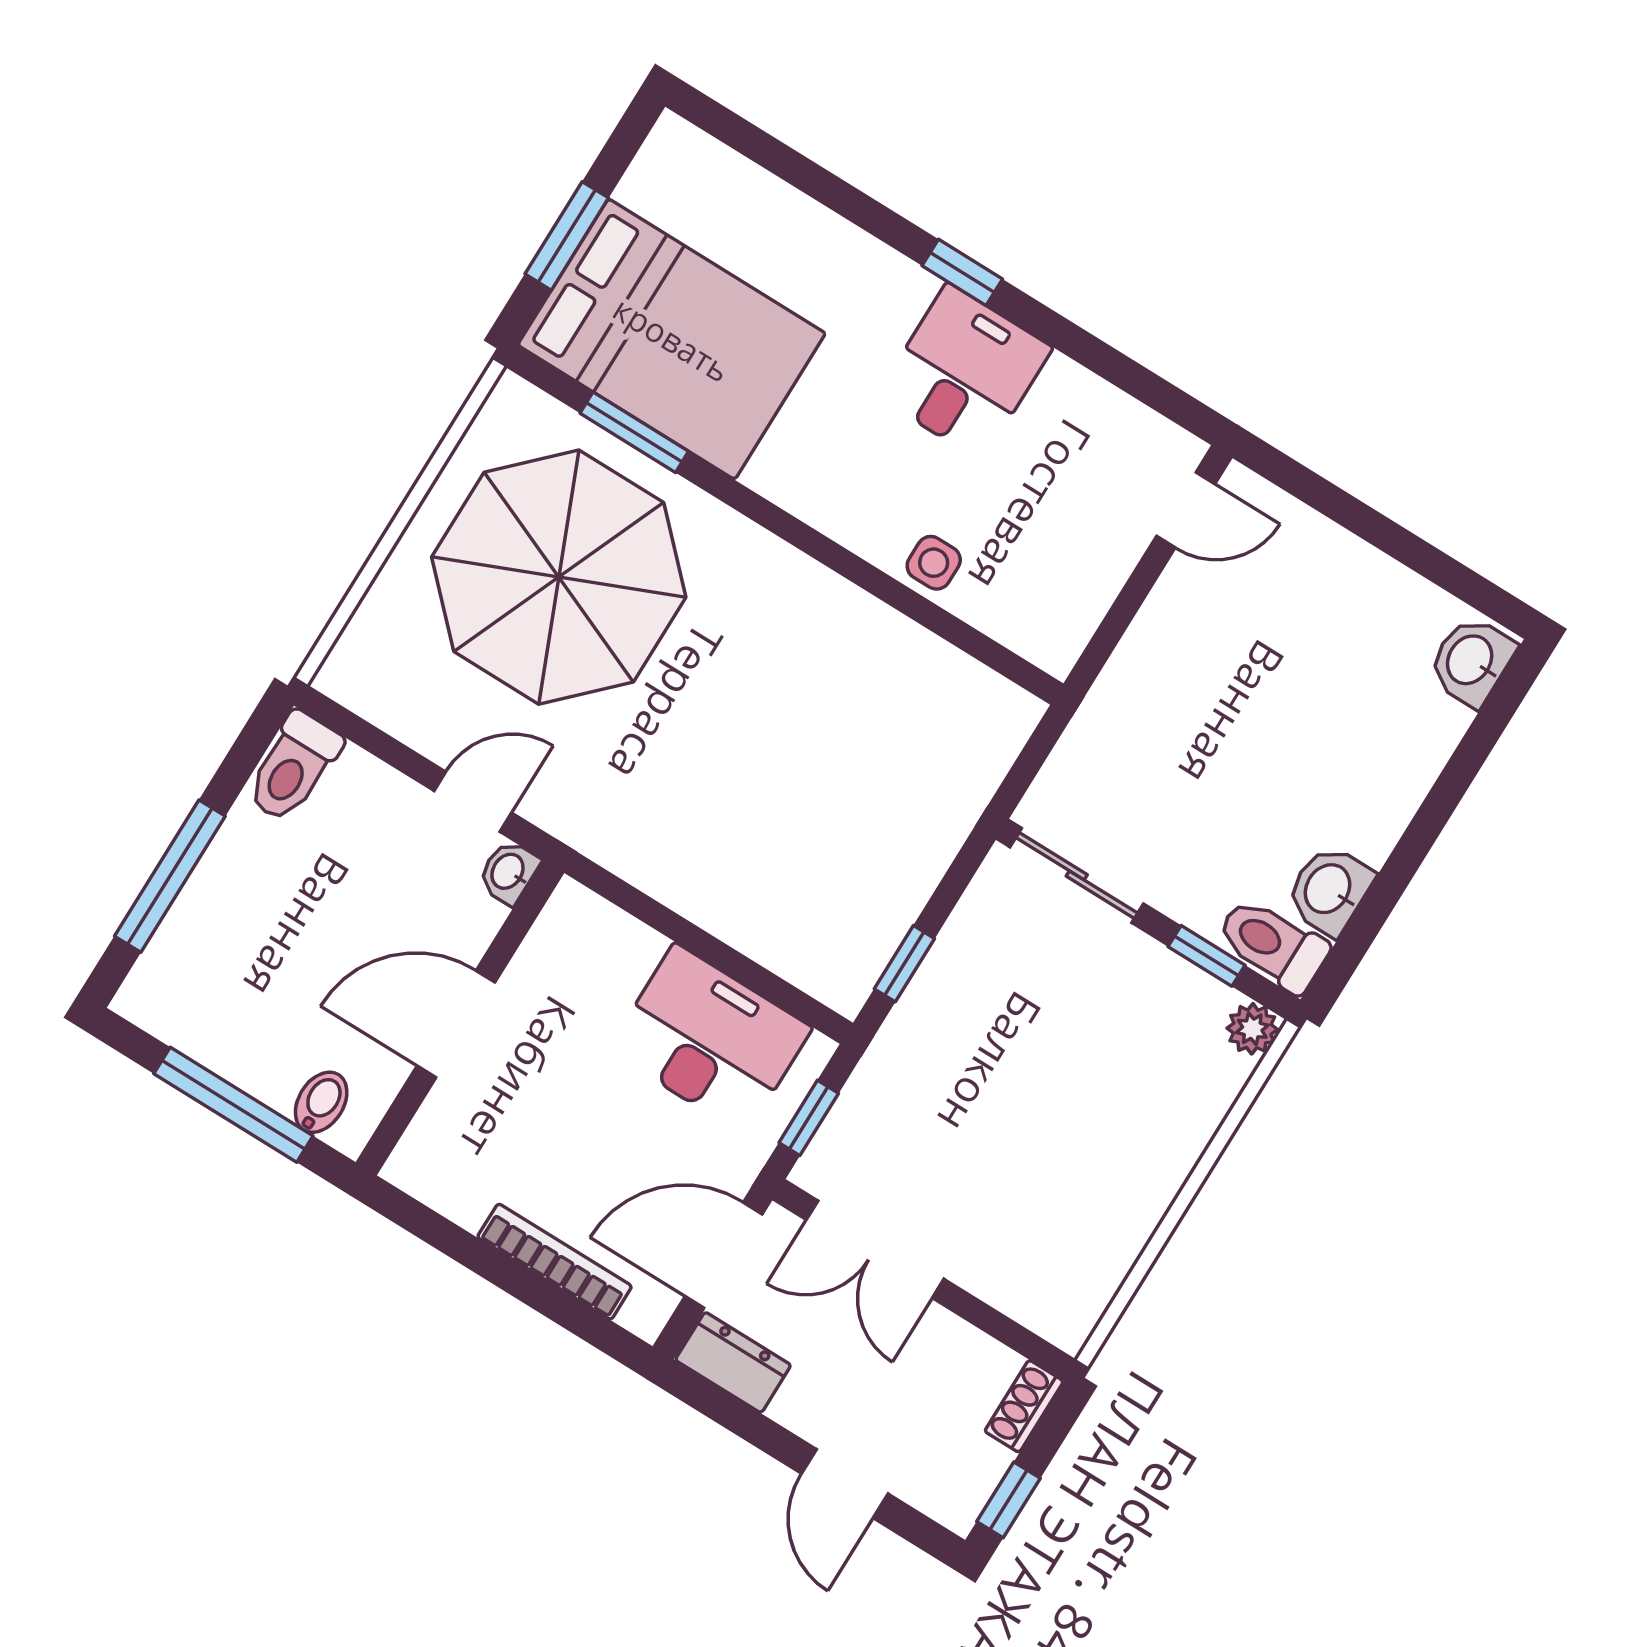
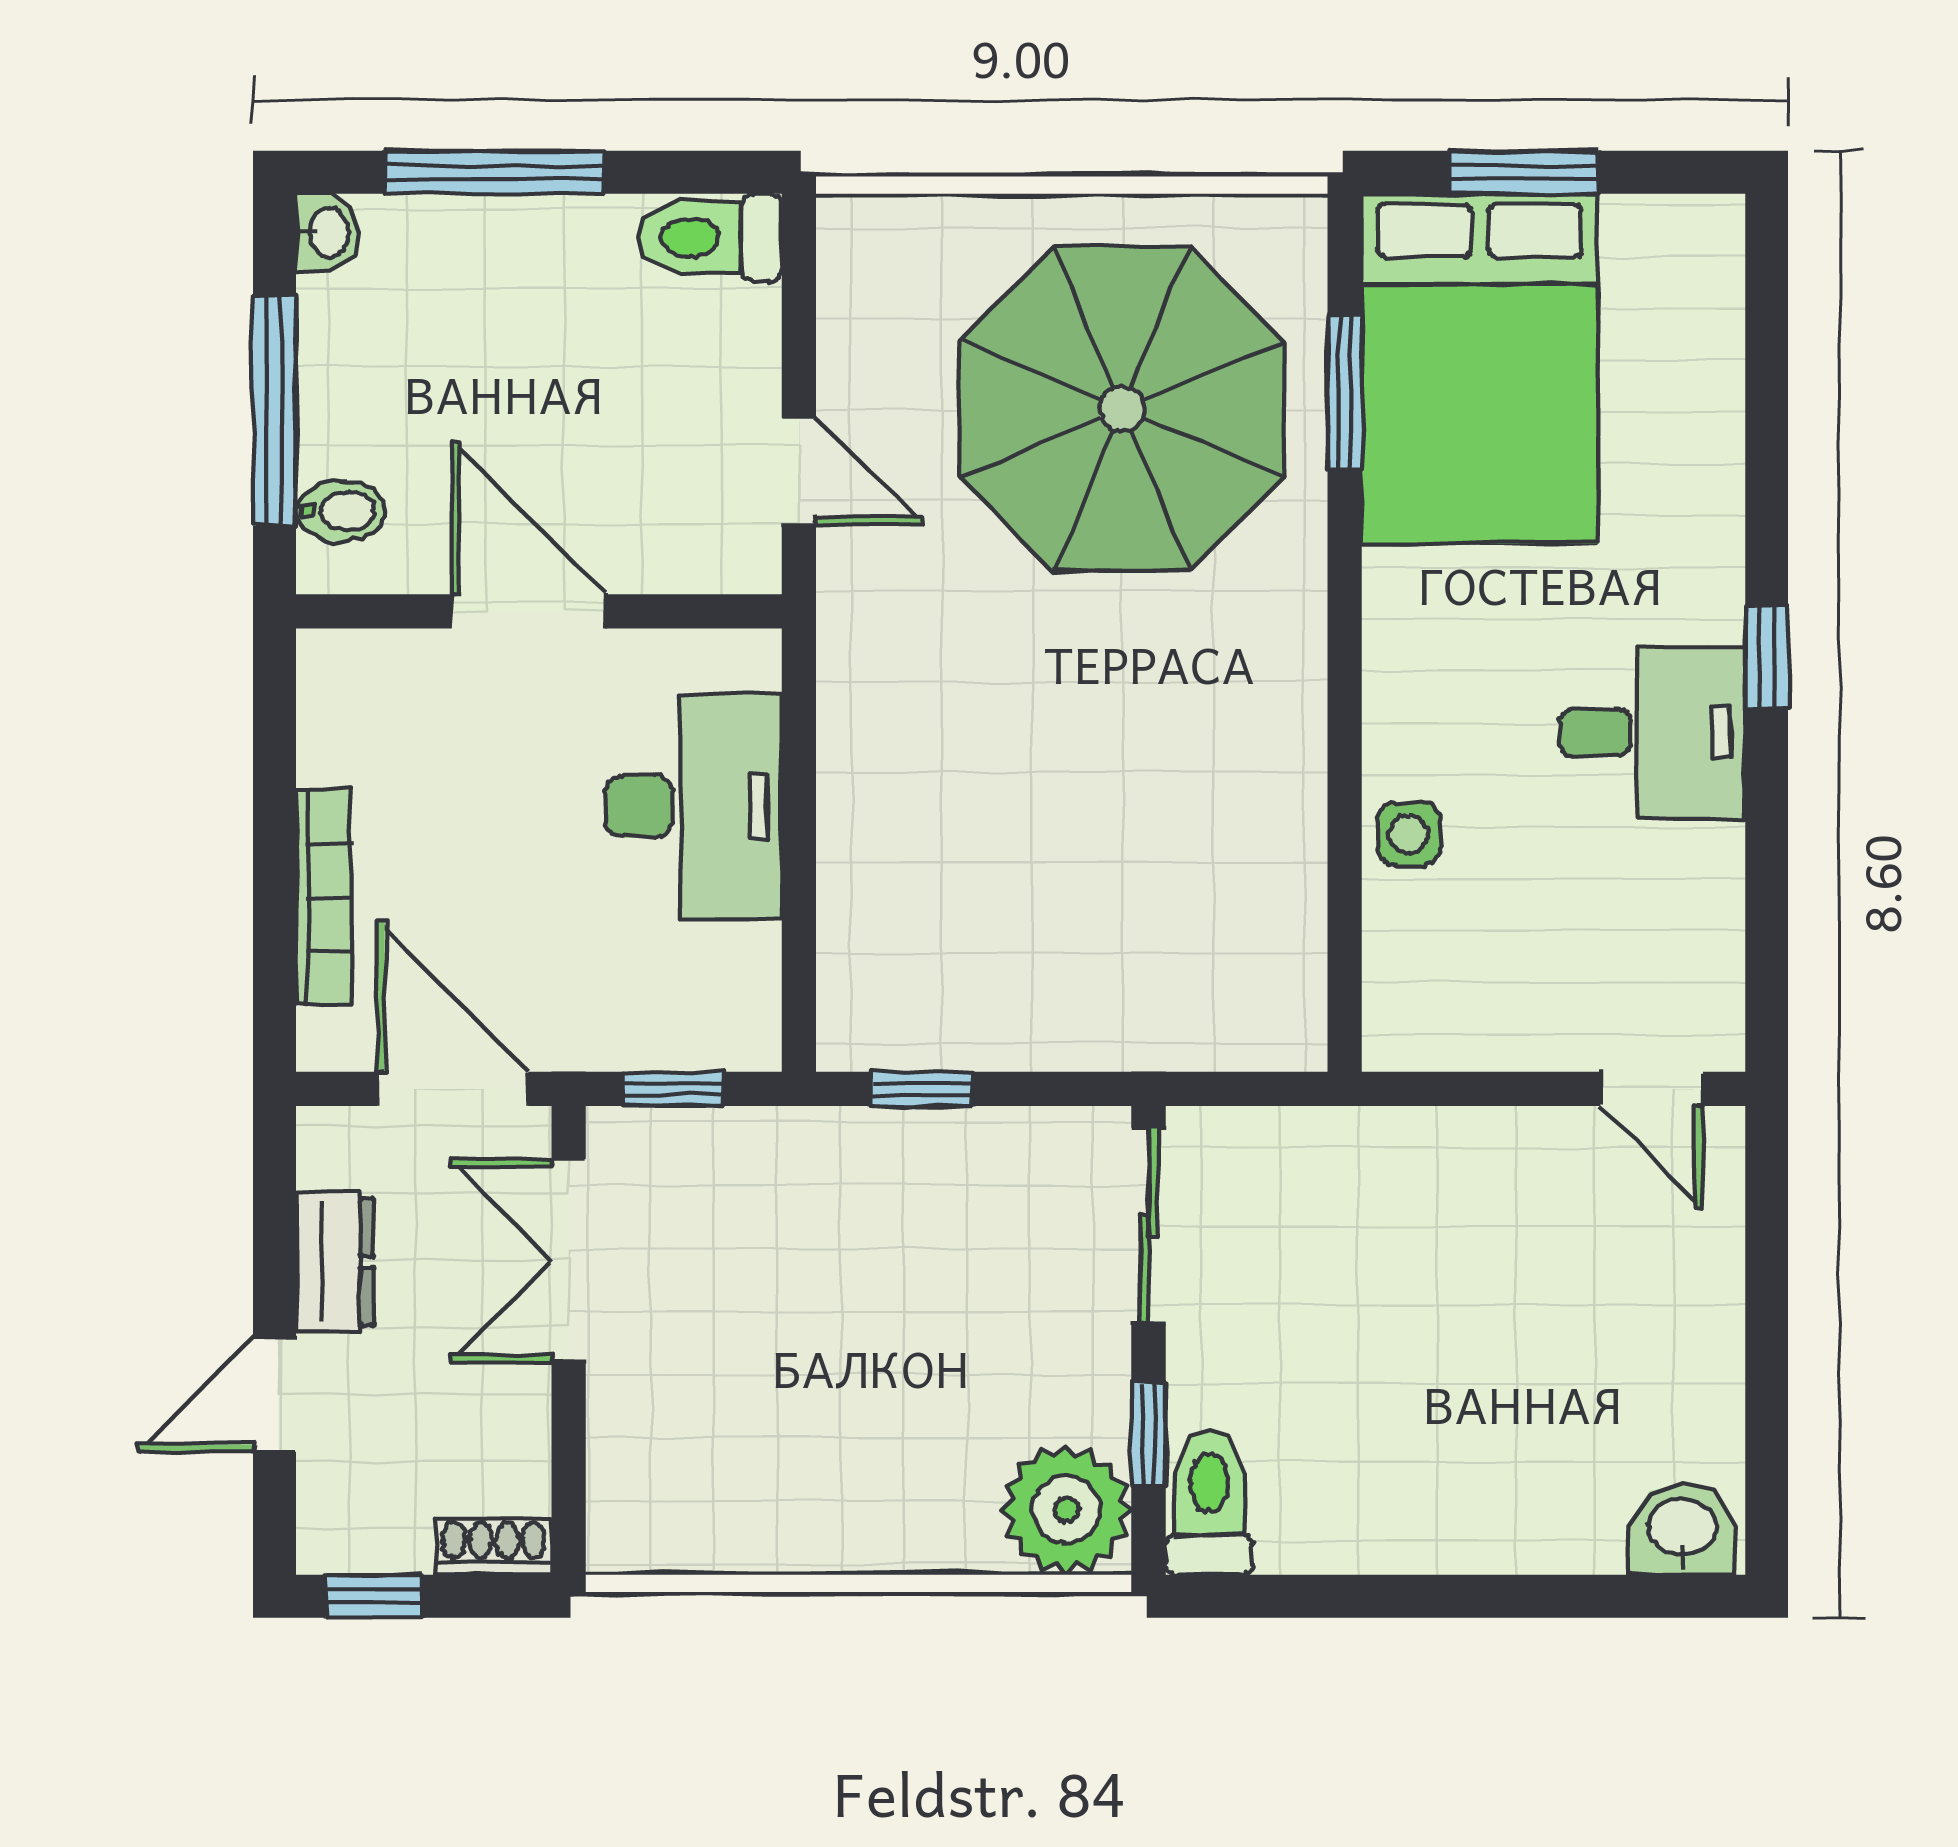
washbasin: (509, 872) -> (327, 232), moved, turned 90
washbasin: (1329, 890) -> (1314, 1529), removed
plant: (1252, 1029) -> (1066, 1510), width x1.88, depth x1.88
desk: (710, 1039) -> (694, 806), moved
dresser: (733, 1362) -> (335, 1262), moved

